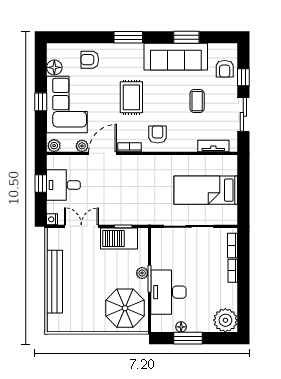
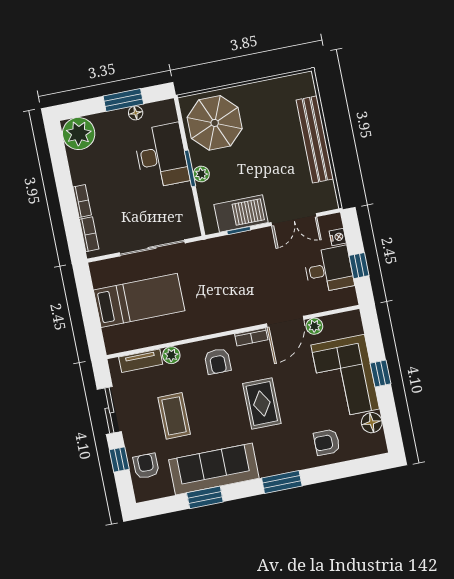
armchair: (90, 60) -> (327, 442), turned 180
coffee table: (197, 101) -> (174, 416), width x1.36, depth x1.30
plant: (54, 146) -> (171, 355), moved
nightstand: (52, 219) -> (338, 237), moved

